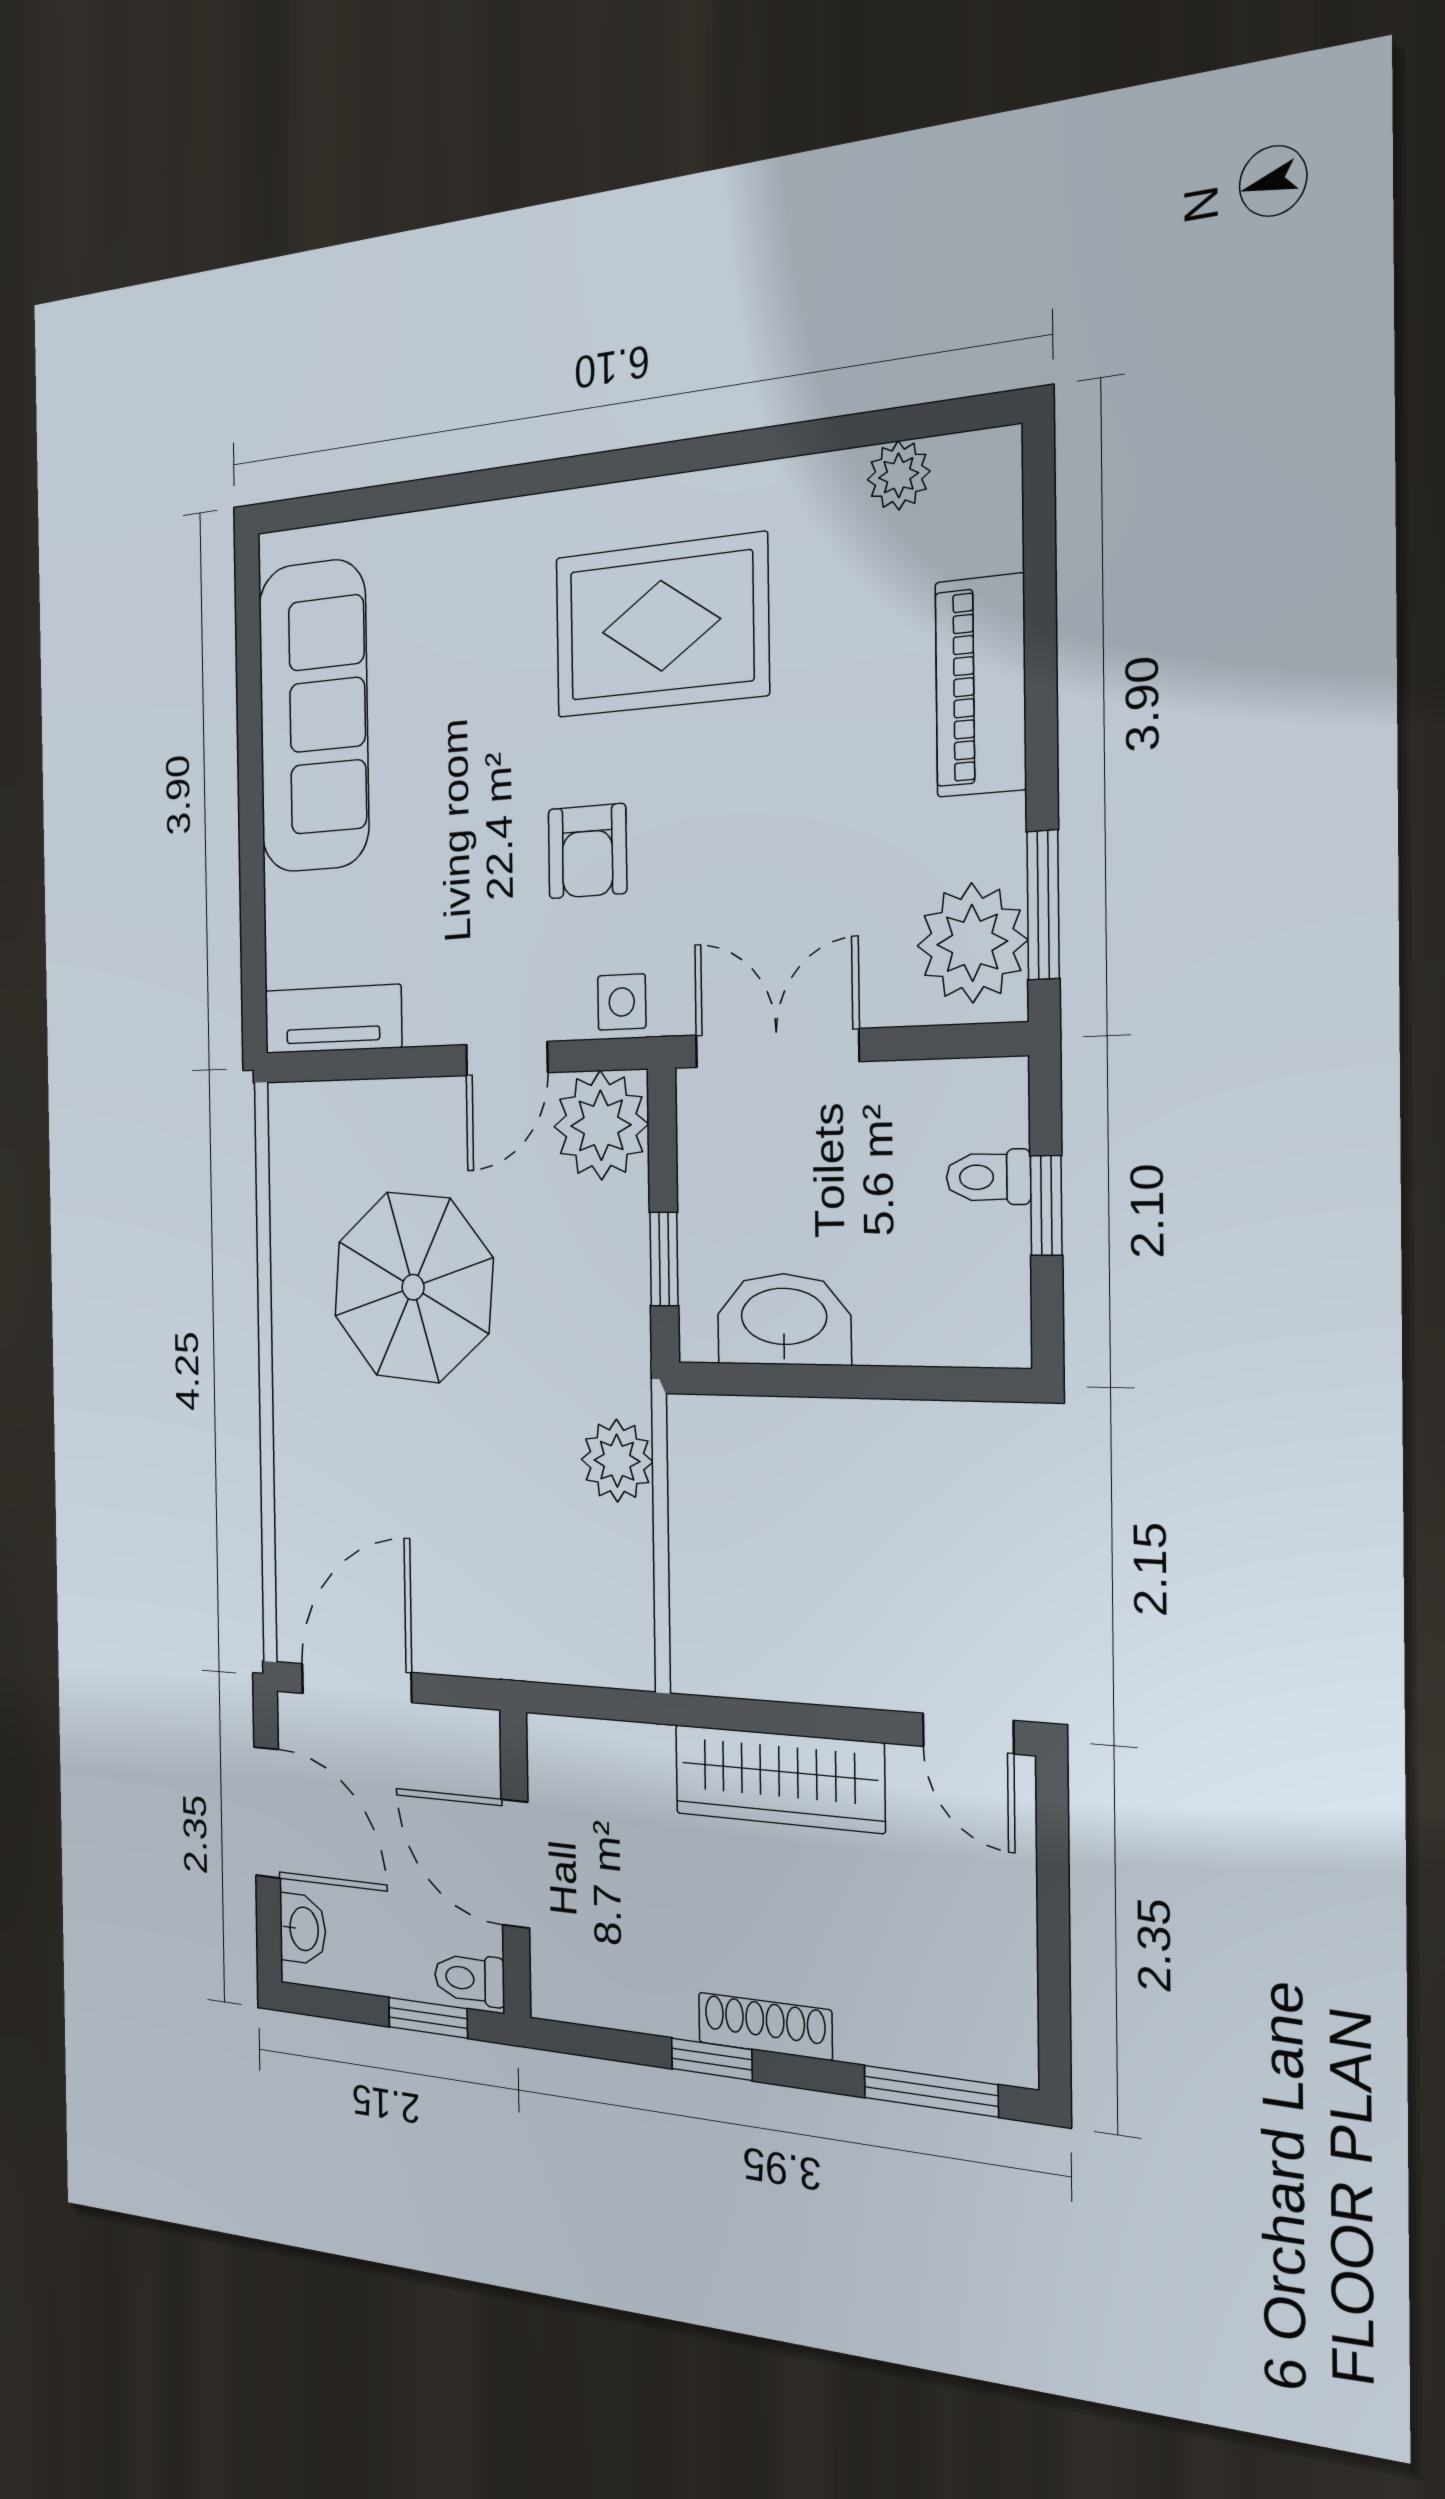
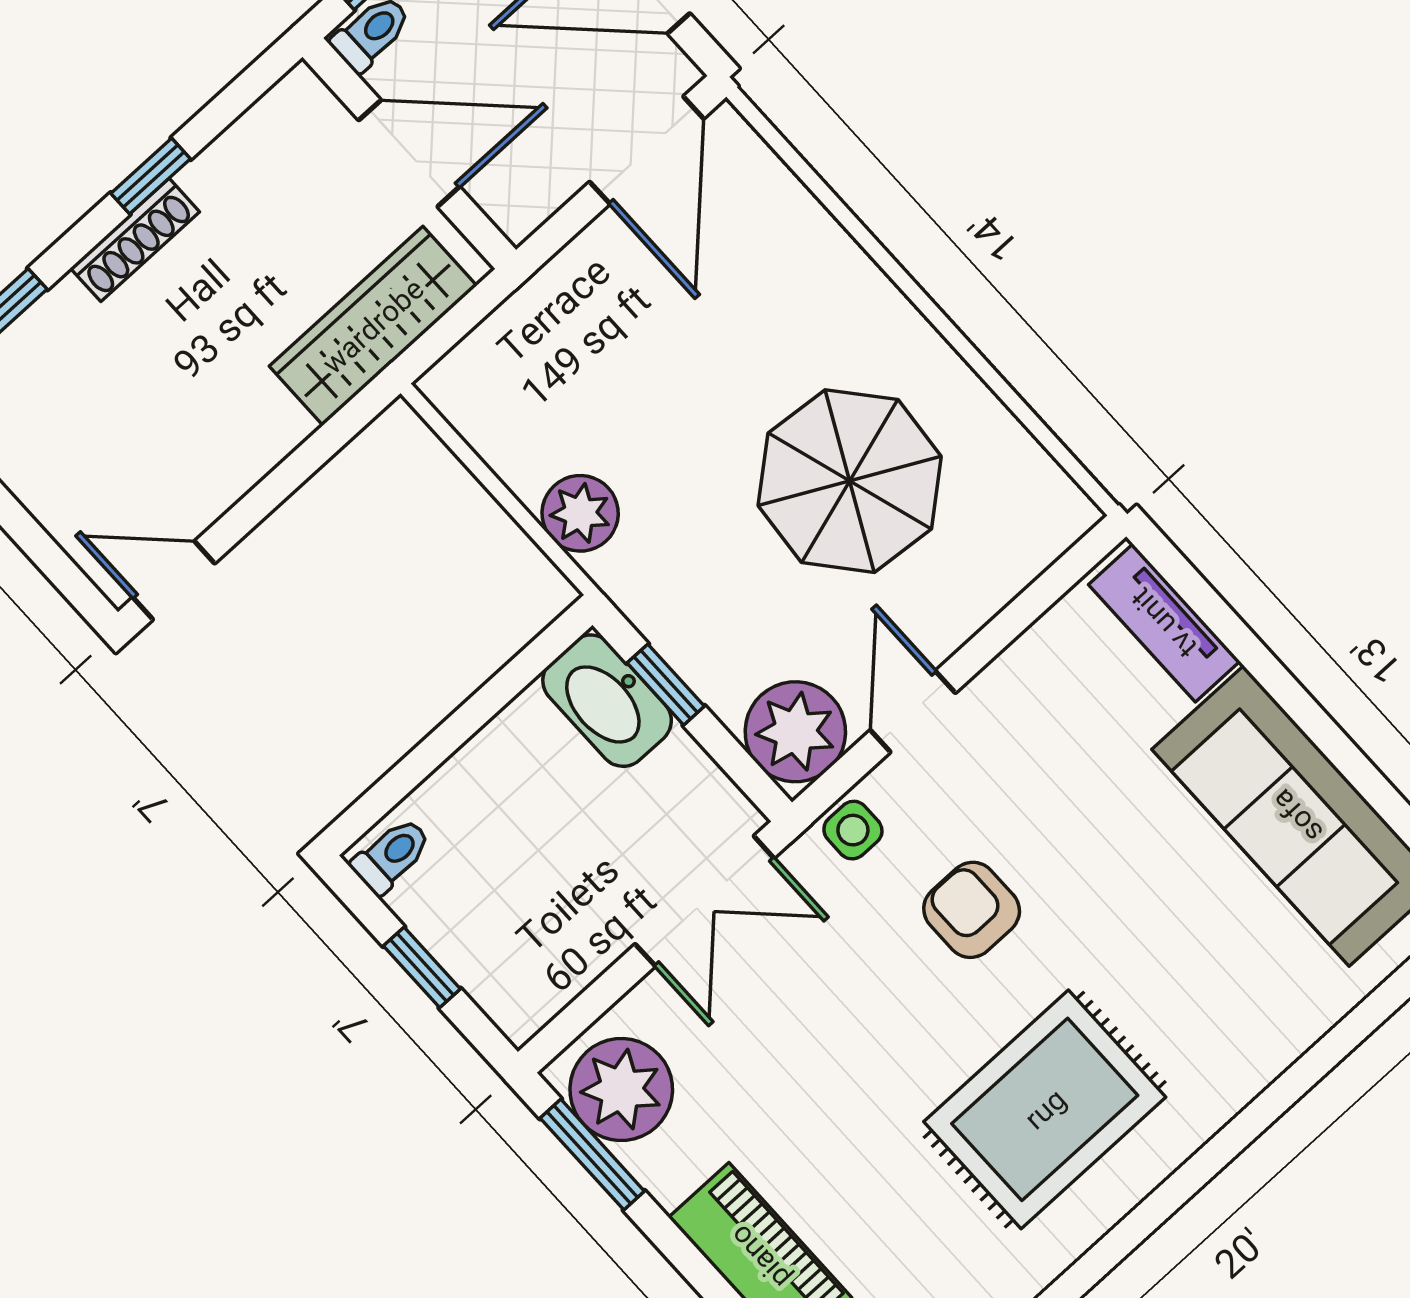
tv unit: (333, 1019) -> (1164, 623), moved, turned 90
toilet: (988, 1177) -> (391, 856), moved
washbasin: (784, 1319) -> (607, 701), moved, turned 90
wardrobe: (779, 1779) -> (373, 326), moved

